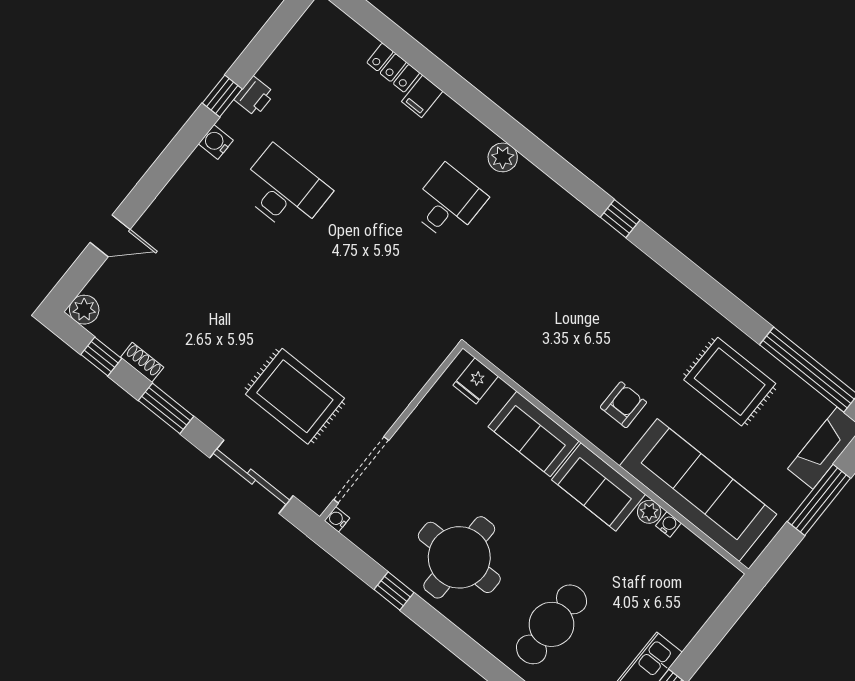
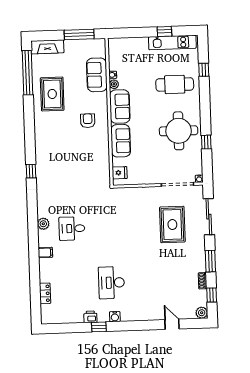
locker: (393, 68) -> (45, 293), moved
filing cabinet: (422, 96) -> (45, 252), moved
armchair: (623, 405) -> (88, 121), turned 90
sofa: (698, 490) -> (97, 75), width x0.54, depth x0.79
window: (819, 500) -> (79, 34), moved

